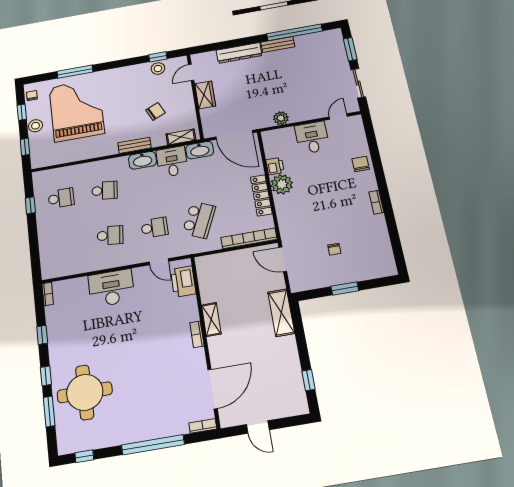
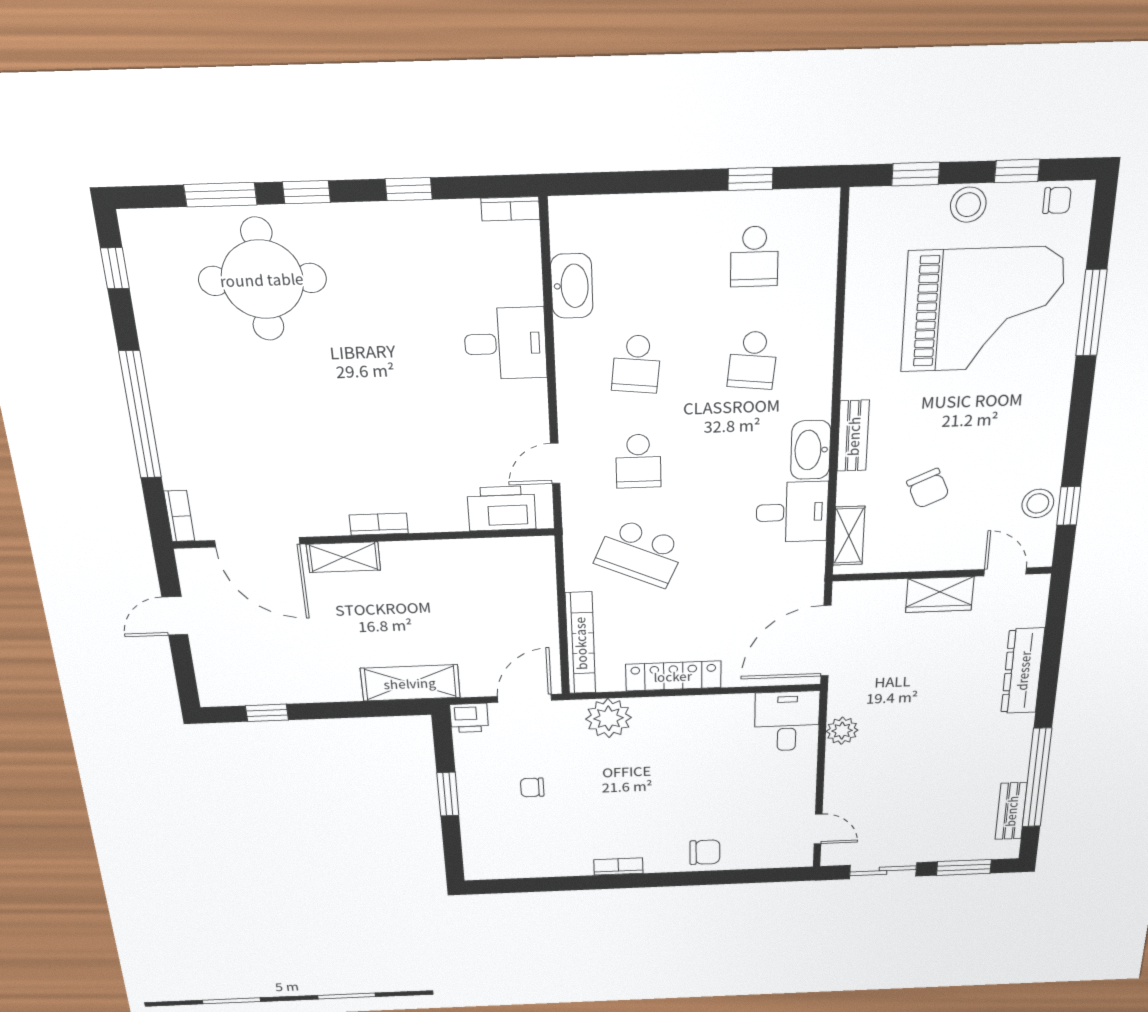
bench: (278, 44) -> (1011, 811), moved
desk: (312, 138) -> (787, 721), moved, turned -90
washbasin: (200, 150) -> (572, 286), moved, turned 180
printer: (275, 166) -> (469, 718), moved
plant: (282, 184) -> (609, 718), moved
desk: (111, 288) -> (505, 344), width x0.73
shelving: (211, 319) -> (343, 557), moved

